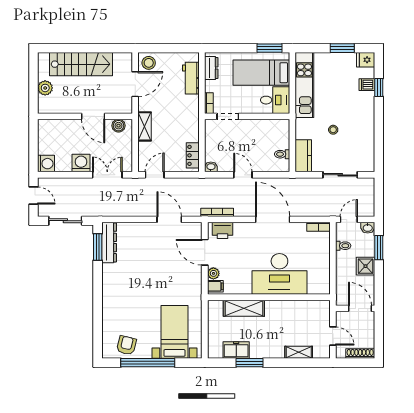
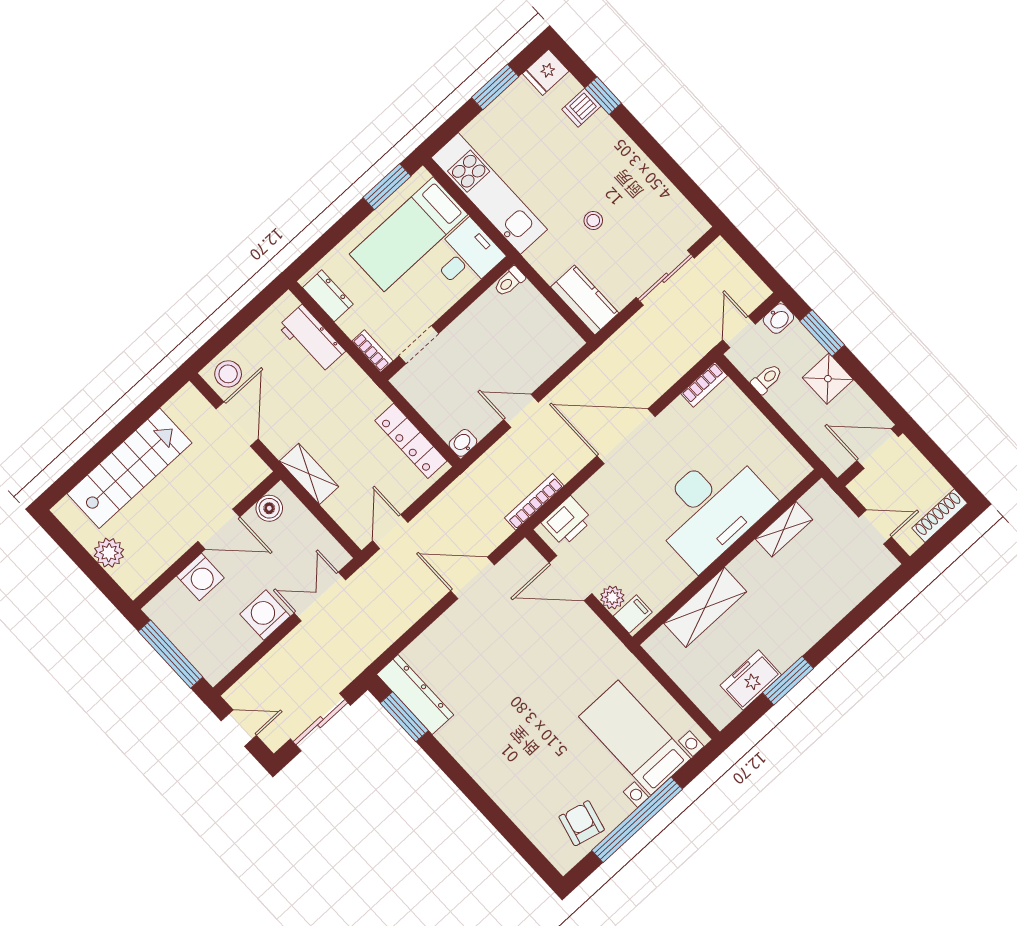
window: (34, 146) -> (171, 654), added
toilet: (282, 154) -> (509, 282), moved
locker: (193, 155) -> (411, 441), width x1.53
washing machine: (46, 164) -> (200, 577), moved, turned 90
shelving: (299, 352) -> (784, 529), moved

